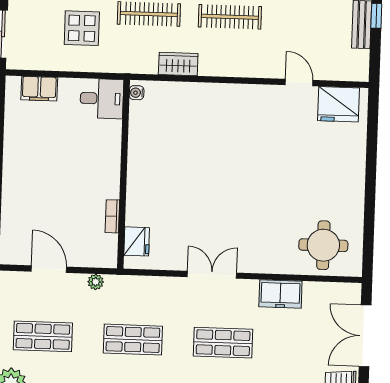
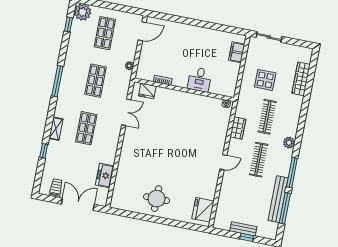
door: (299, 83) -> (223, 162), moved
desk: (102, 99) -> (200, 79), moved
round table: (323, 245) -> (157, 199), moved
door: (49, 269) -> (142, 31), moved
double door: (212, 275) -> (126, 112), moved
freezer: (280, 294) -> (105, 176), moved

